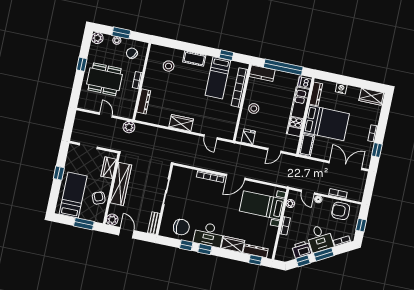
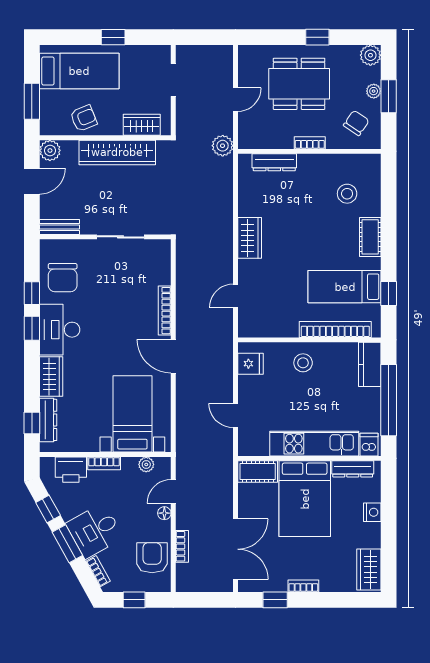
dining table: (105, 79) -> (299, 84), turned 90
printer: (302, 250) -> (71, 470), moved, turned 119

